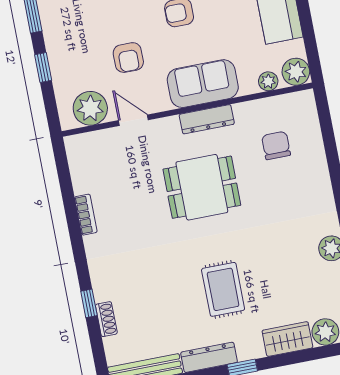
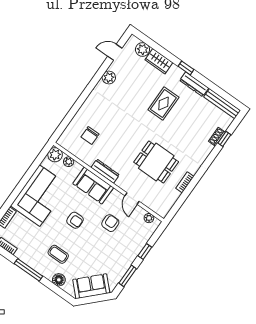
plant: (90, 108) -> (149, 218), width x0.53, depth x0.53
dining table: (202, 187) -> (156, 162), moved
window: (89, 303) -> (224, 139), moved

